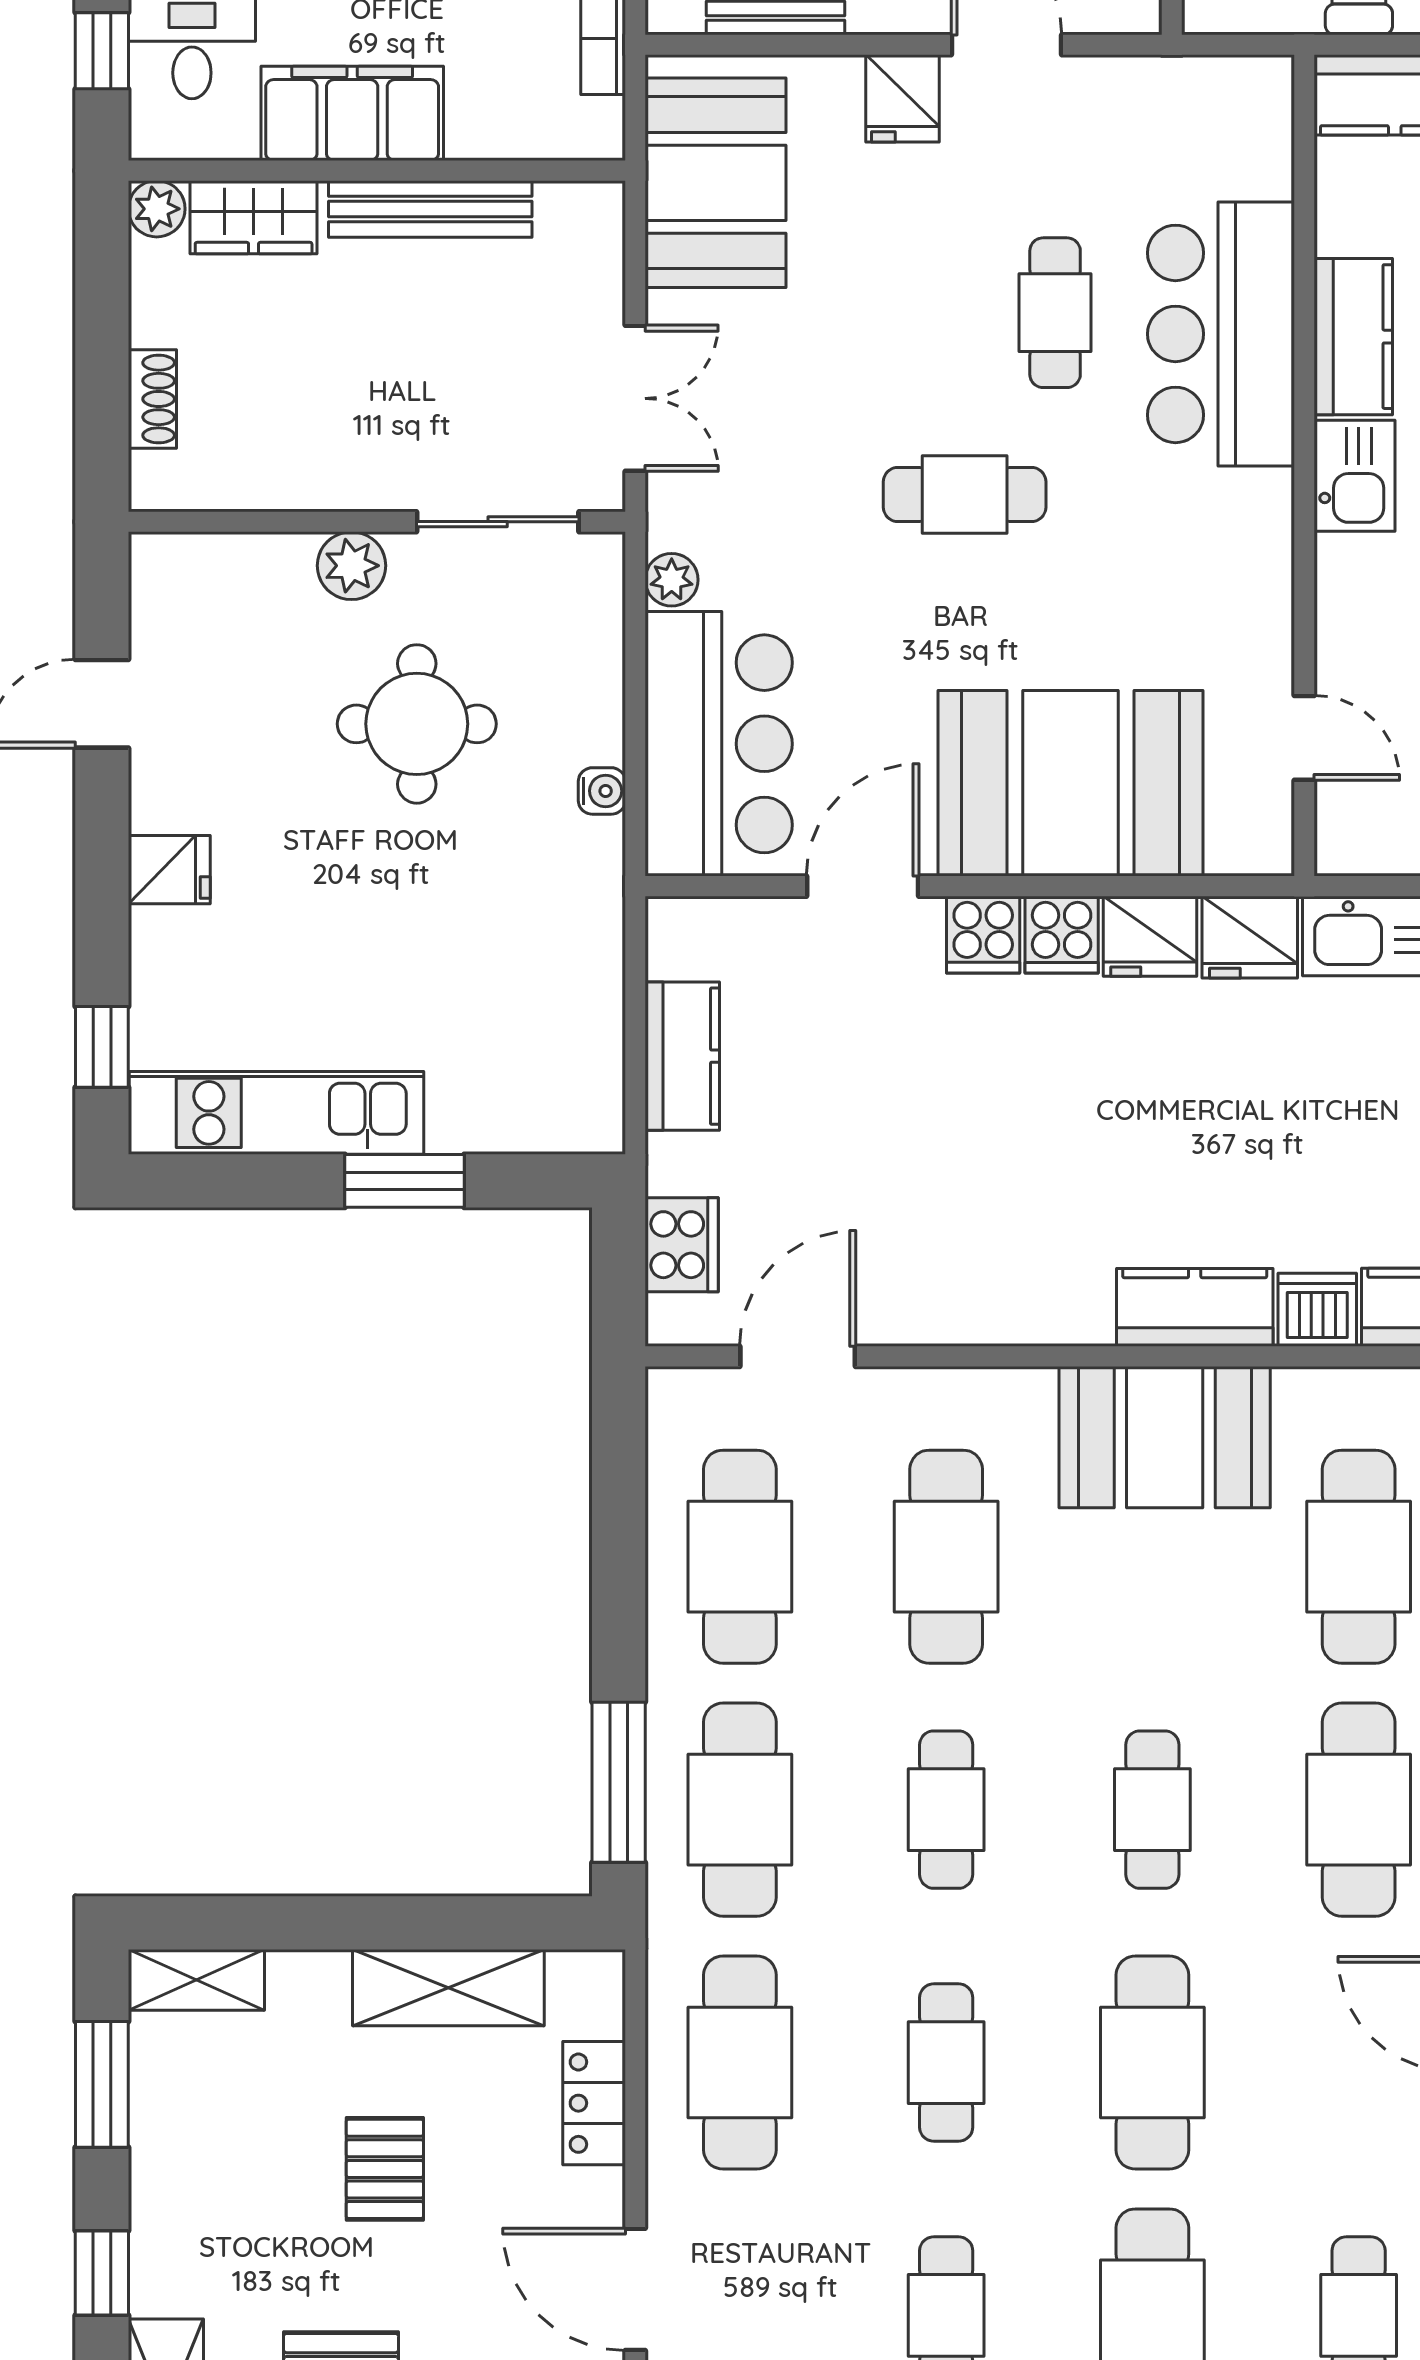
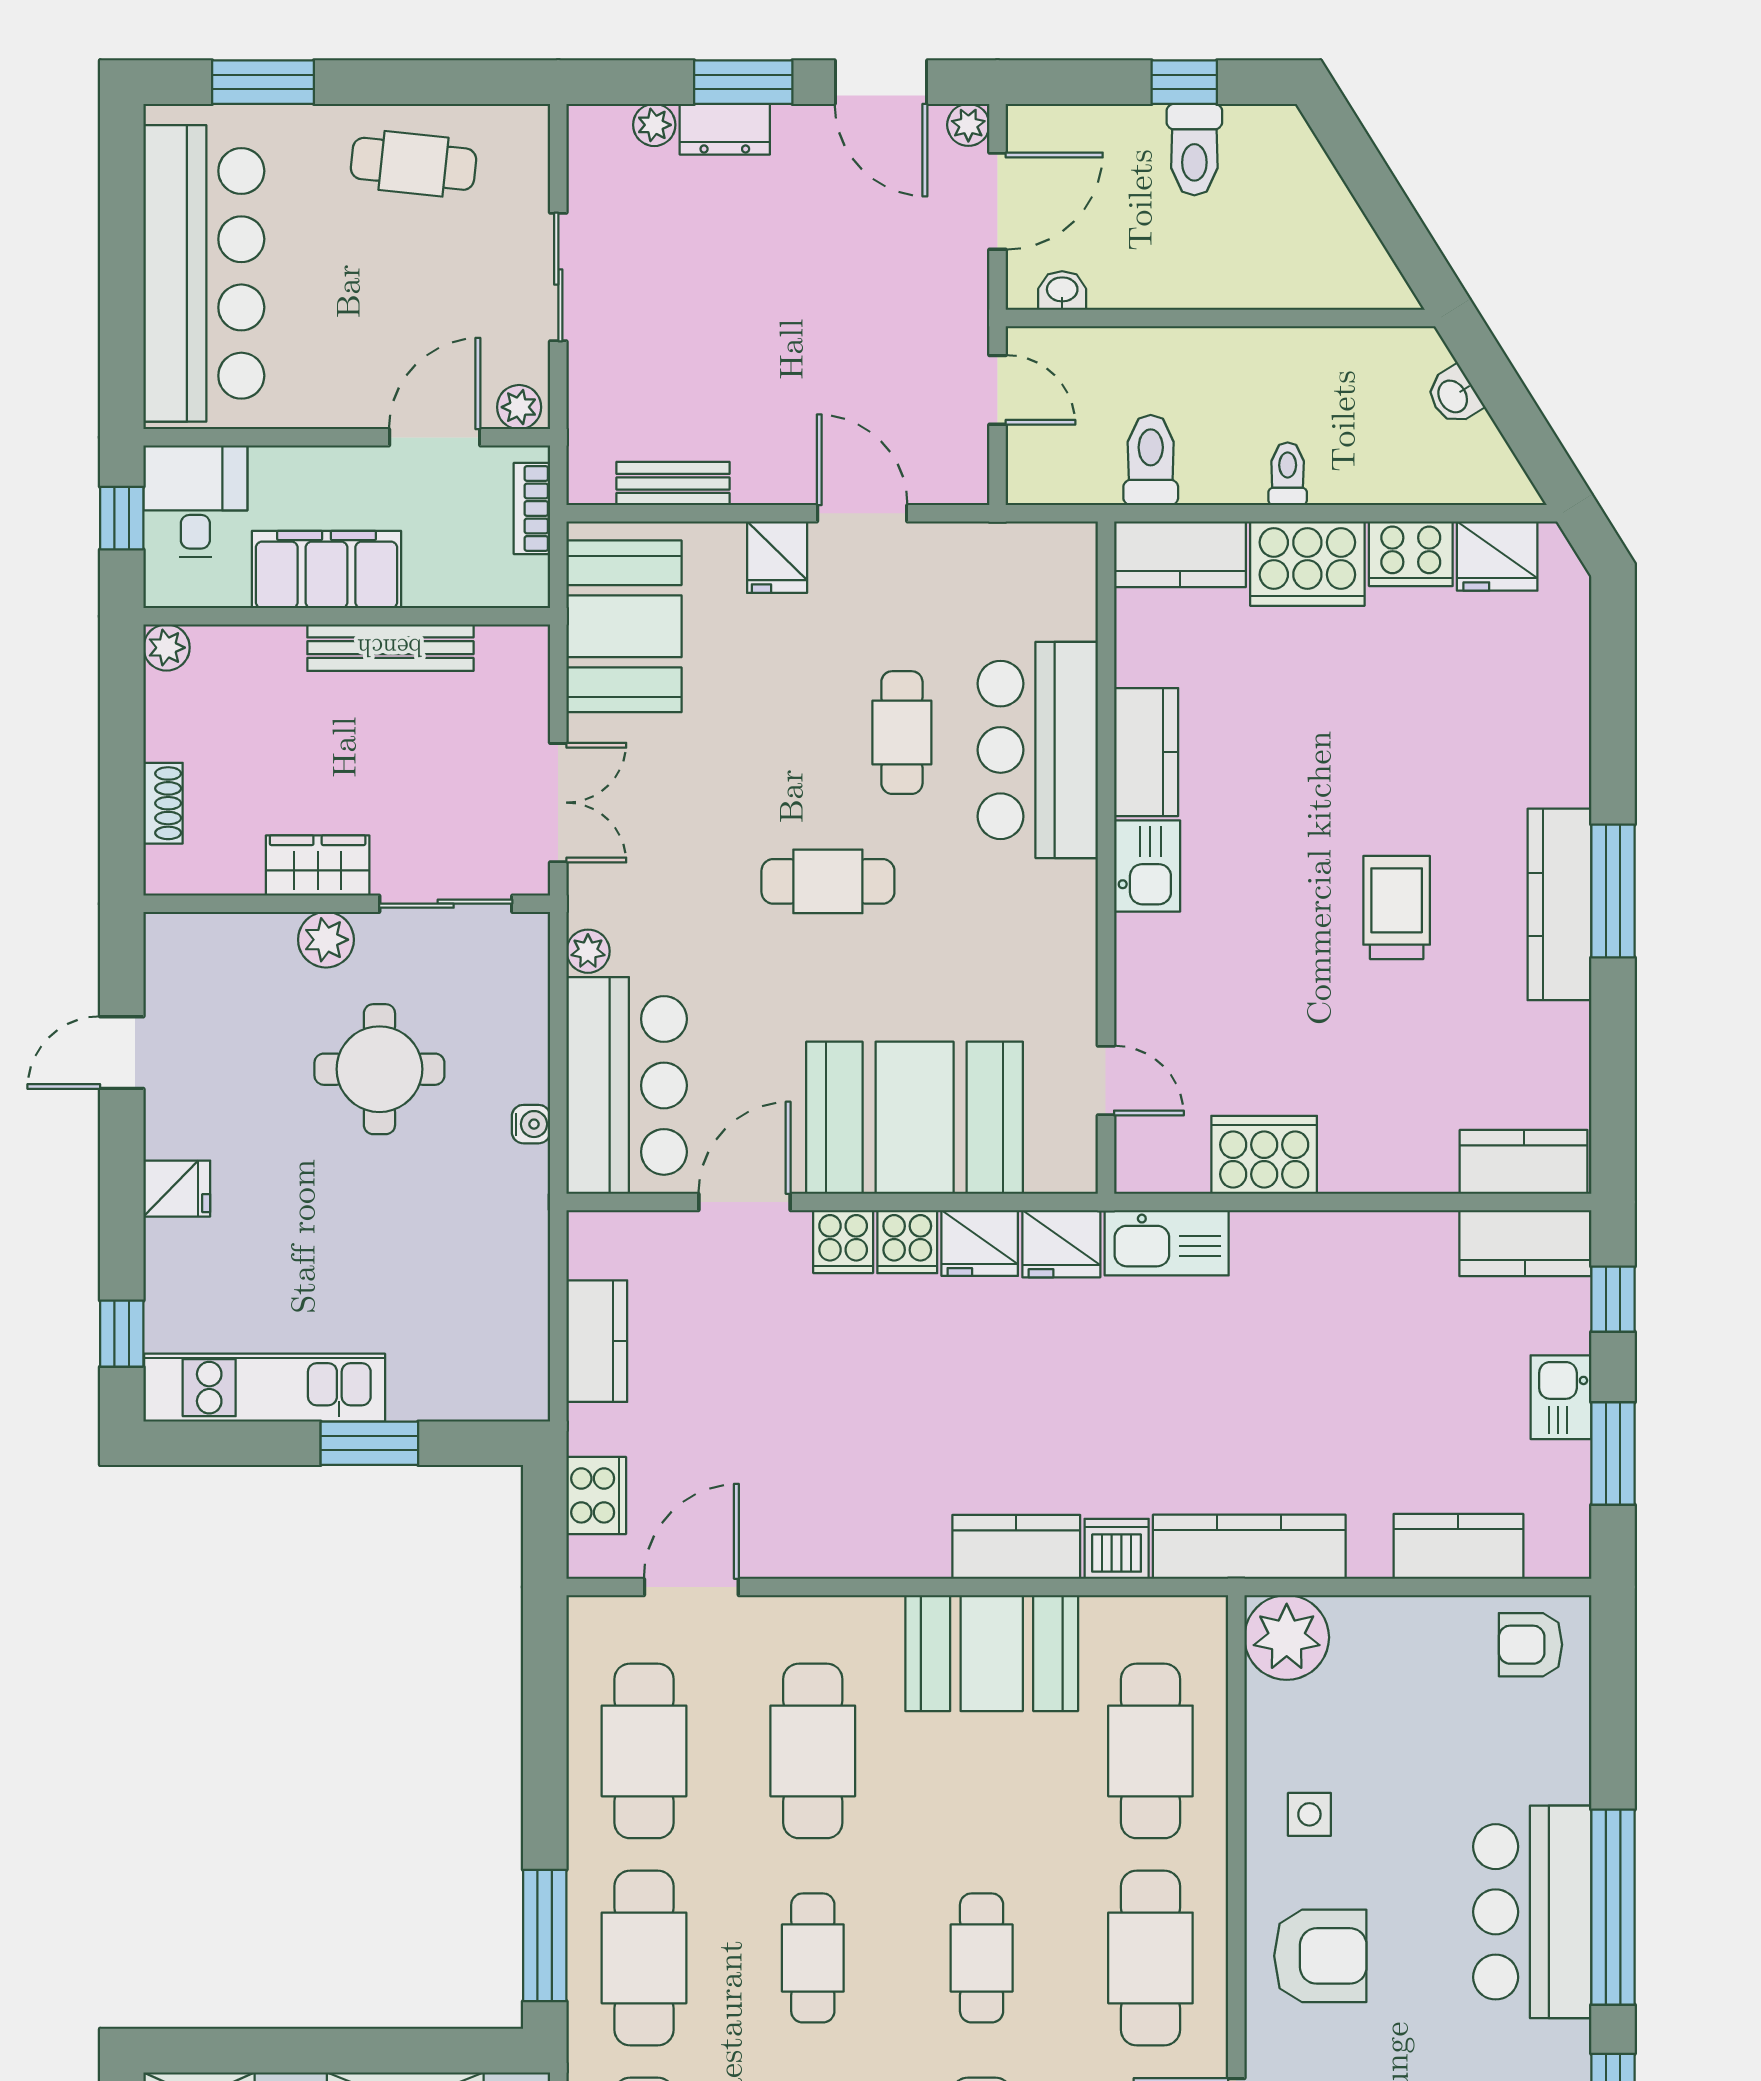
wardrobe: (254, 217) -> (318, 865), moved, turned 180

